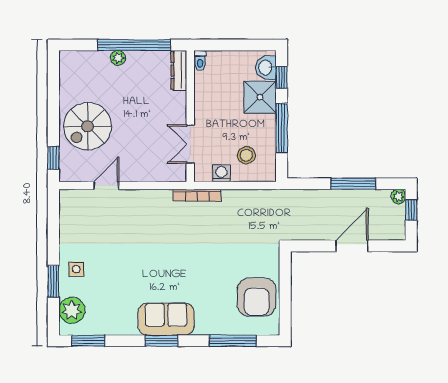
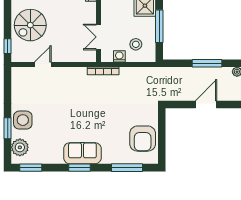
side table: (76, 269) -> (23, 120), width x1.87, depth x1.87

